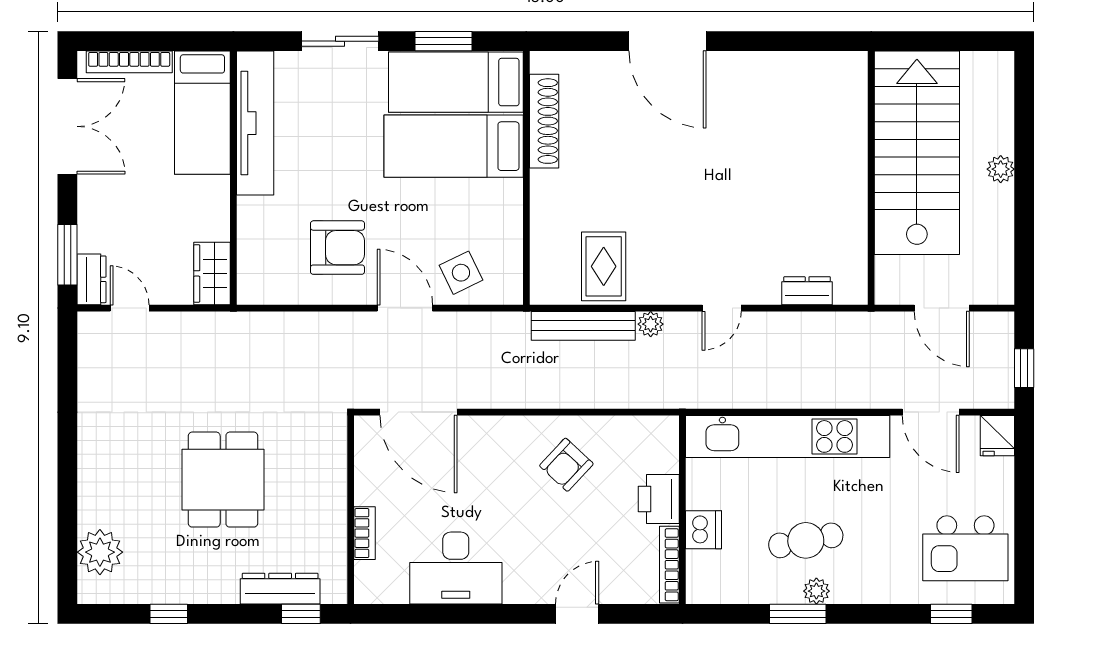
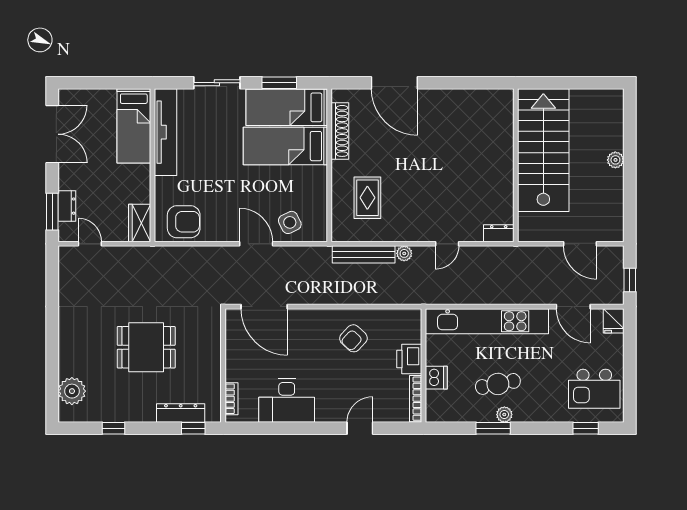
door: (667, 41) -> (394, 83), moved
bookcase: (129, 62) -> (90, 95), removed
stairs: (917, 153) -> (543, 150), moved
wall: (871, 178) -> (516, 165), moved
armchair: (337, 248) -> (184, 222), moved
rug: (604, 266) -> (367, 198), moved
dresser: (92, 279) -> (67, 206), moved
dining table: (223, 480) -> (146, 347), turned 90
bookcase: (364, 533) -> (232, 399), moved

